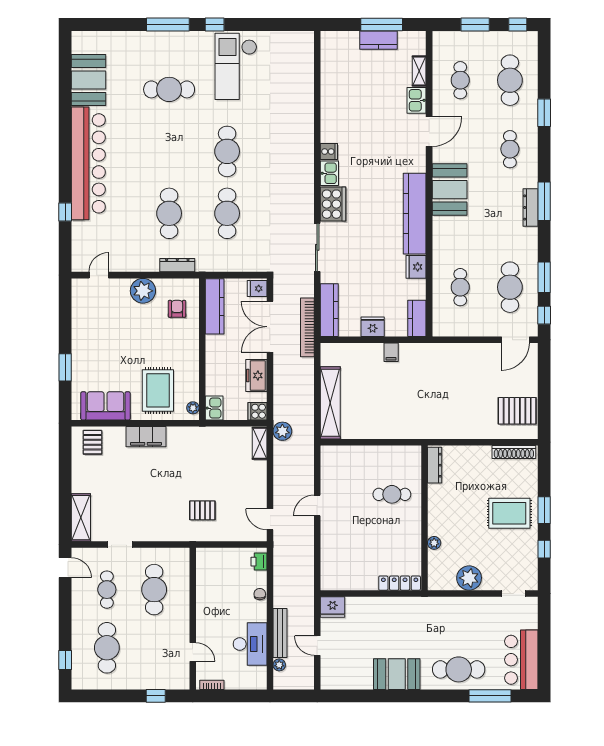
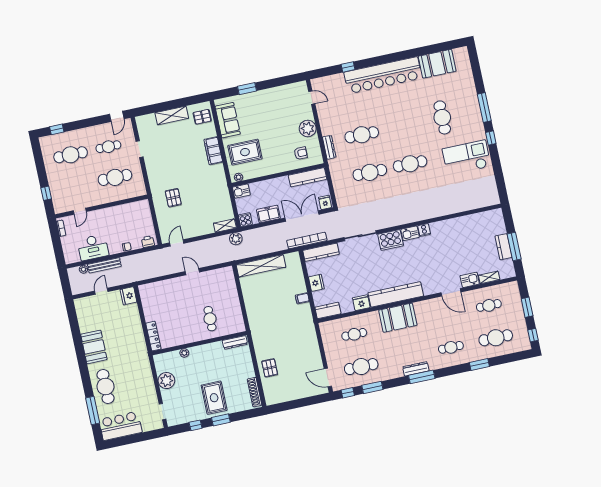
booth: (450, 190) -> (398, 318), moved
pallet: (517, 411) -> (270, 368), moved, width x0.67, depth x0.71
shelving: (81, 518) -> (172, 115), moved

